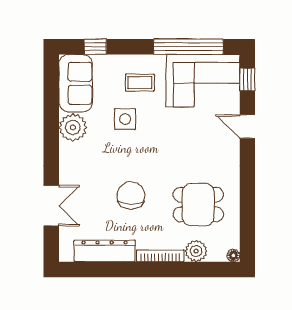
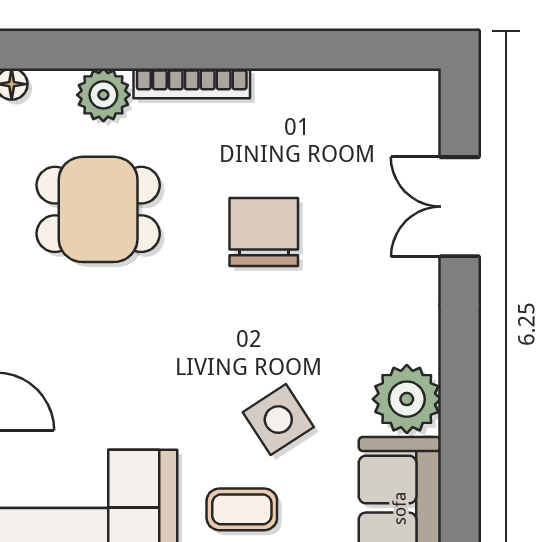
side table: (125, 119) -> (278, 420), turned -33
chair: (131, 195) -> (264, 232), turned 180
dresser: (105, 251) -> (329, 95), removed

